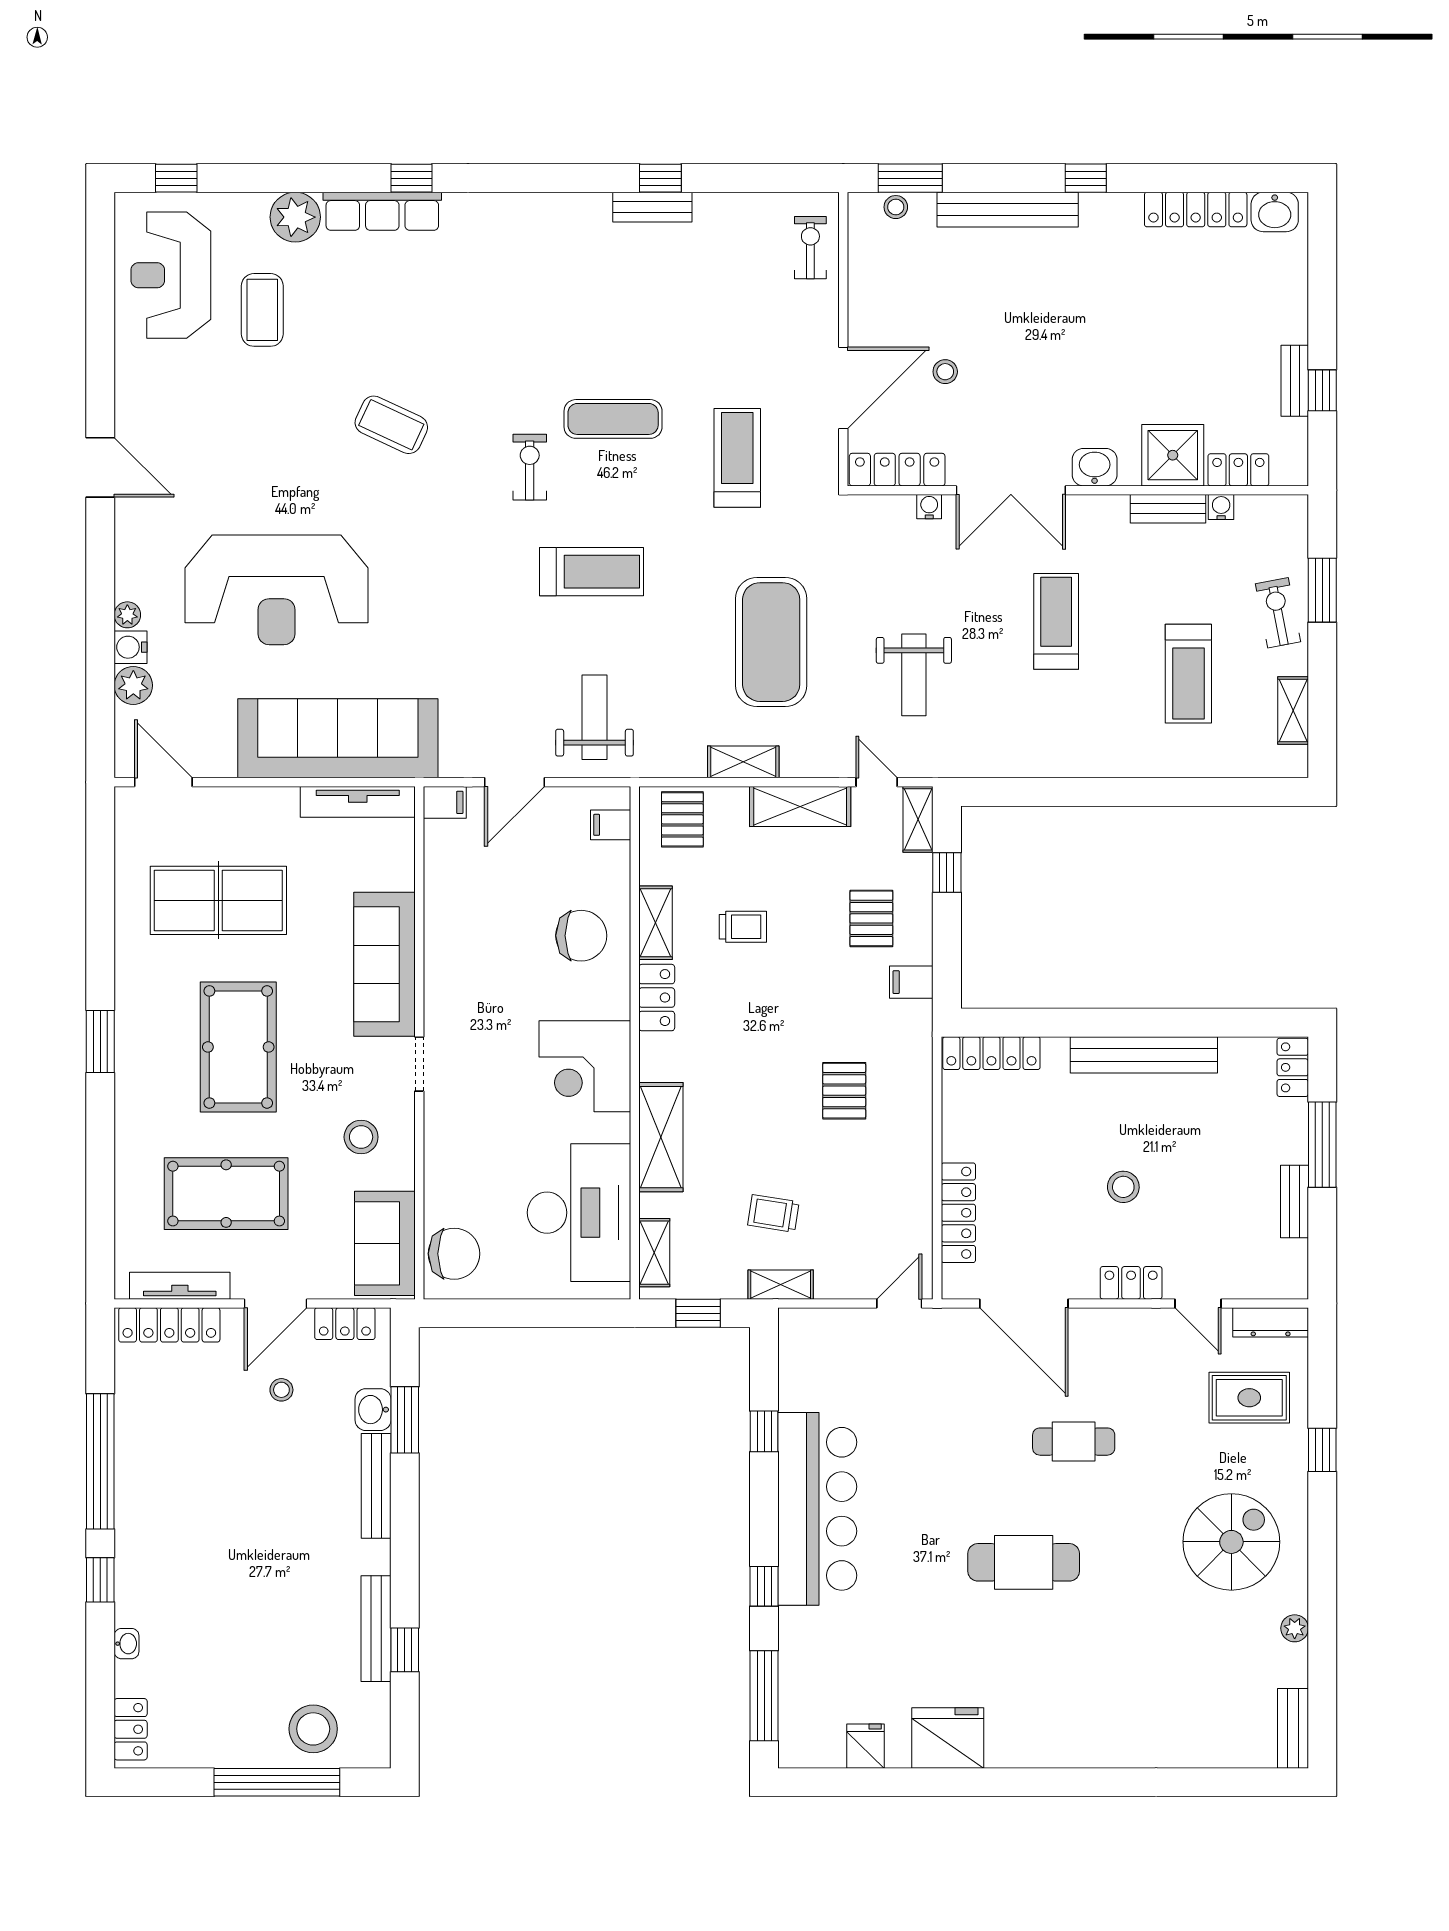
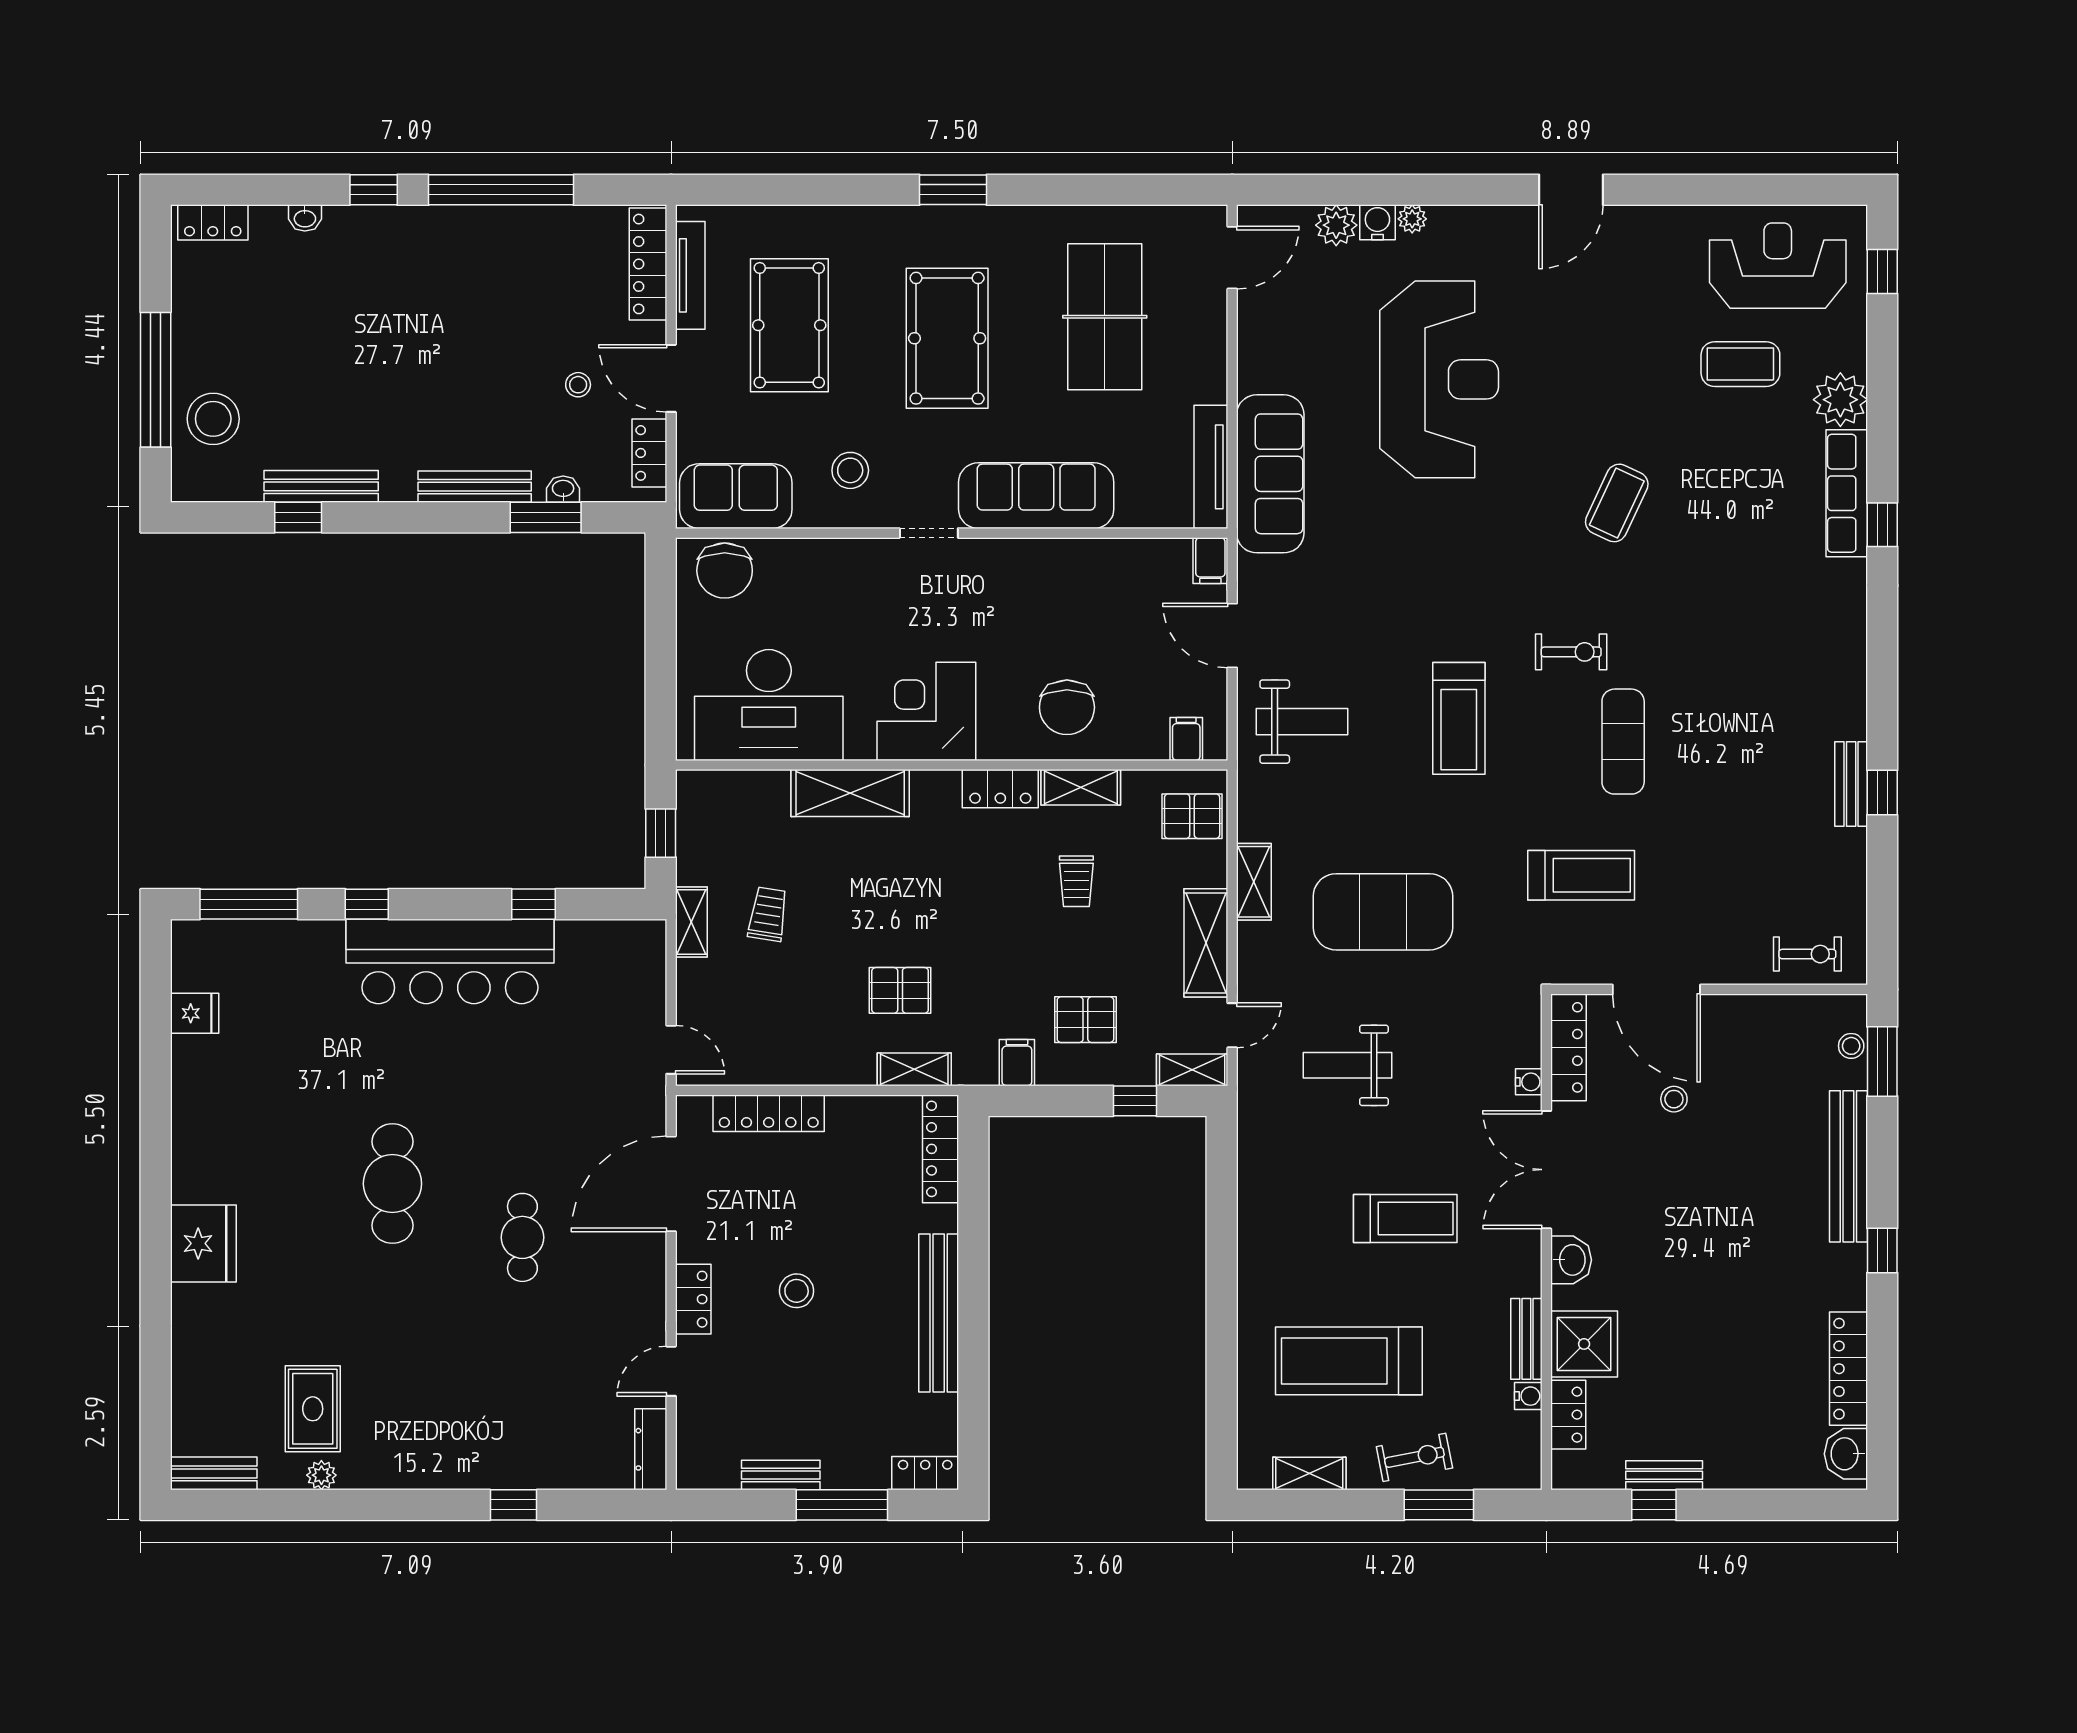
reception desk: (276, 590) -> (1439, 379), turned 180
treadmill: (1188, 674) -> (1349, 1361), width x1.37, depth x1.38
sofa: (338, 738) -> (1270, 474), width x0.74, depth x0.79
pool table: (238, 1047) -> (947, 338), turned 90
shelving: (654, 1253) -> (914, 1069), moved
rug: (1249, 1398) -> (313, 1409), moved
washbasin: (373, 1410) -> (563, 489), width x0.72, depth x0.69
spiral stairs: (1231, 1542) -> (414, 1407), removed
fridge: (948, 1738) -> (203, 1243), moved

